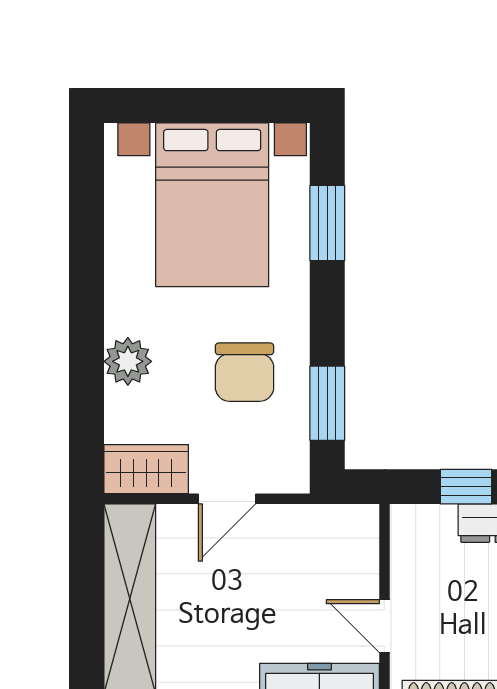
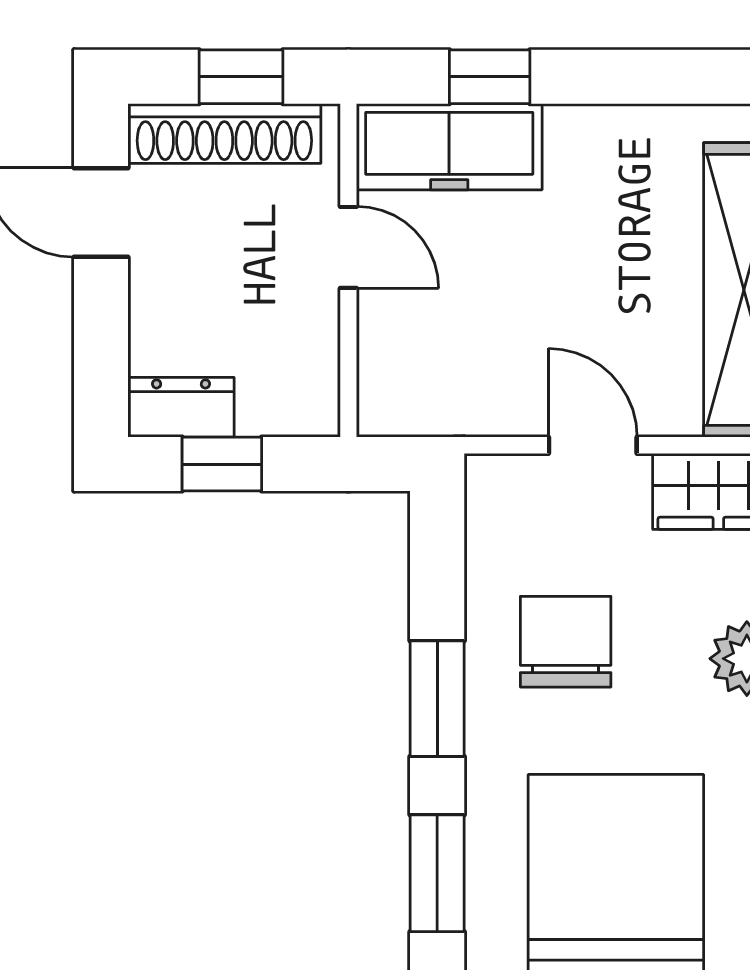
window: (327, 403) -> (437, 699), moved
door: (227, 499) -> (593, 445), hinge flipped

